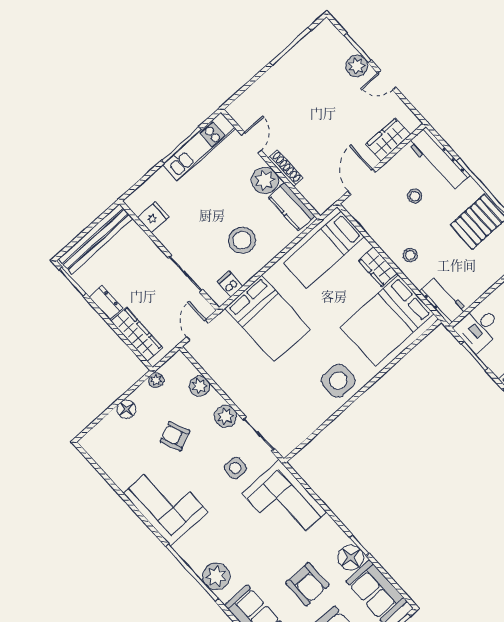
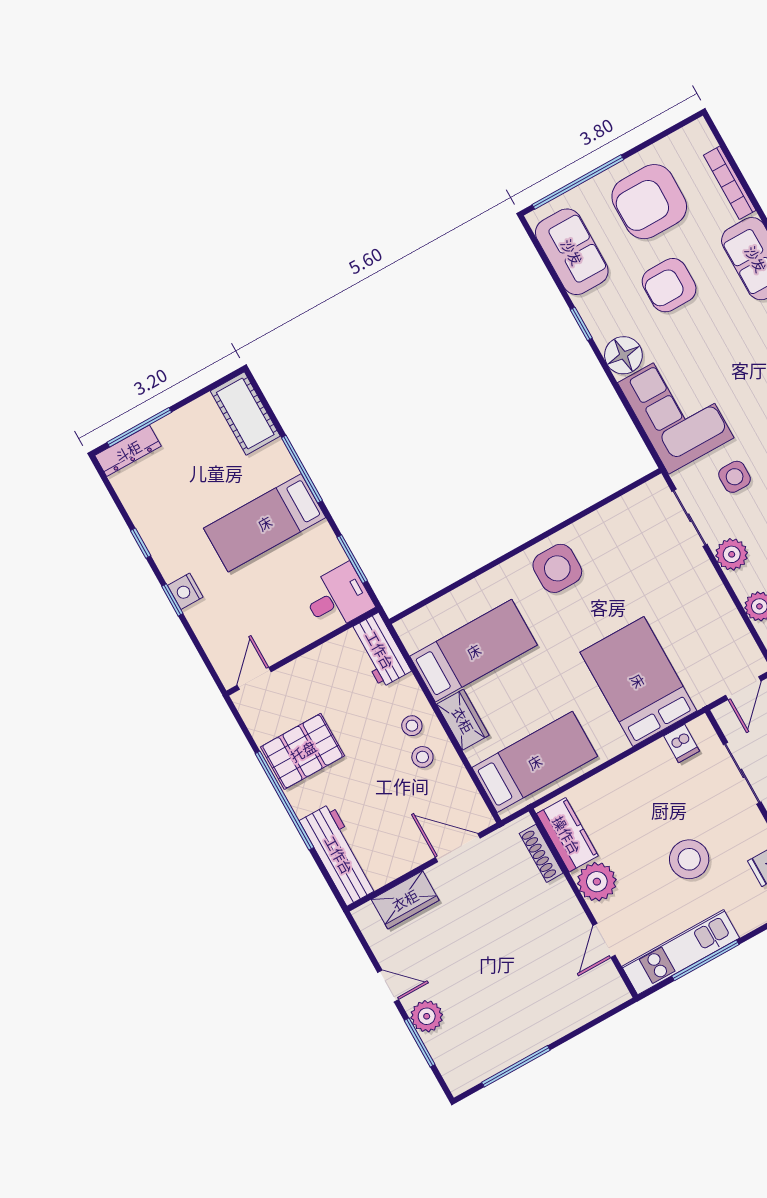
shoe rack: (286, 168) -> (541, 853), moved
door: (362, 182) -> (458, 848), swing flipped
stool: (415, 196) -> (422, 757), moved
stool: (242, 240) -> (689, 859), moved
bed: (387, 320) -> (474, 651), width x0.67
floor lamp: (351, 558) -> (623, 355), moved
armchair: (307, 584) -> (669, 285), turned -90

